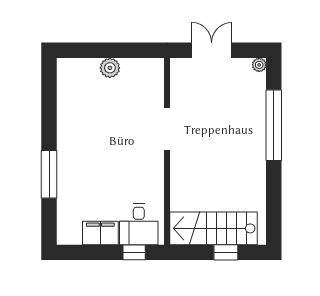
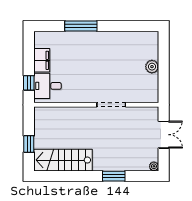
window: (274, 125) -> (114, 176), width x0.47
stairs: (214, 228) -> (63, 160), moved, turned -90

